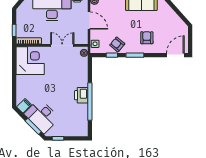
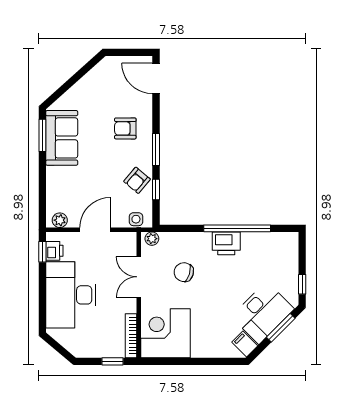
chair: (65, 71) -> (184, 272), added

